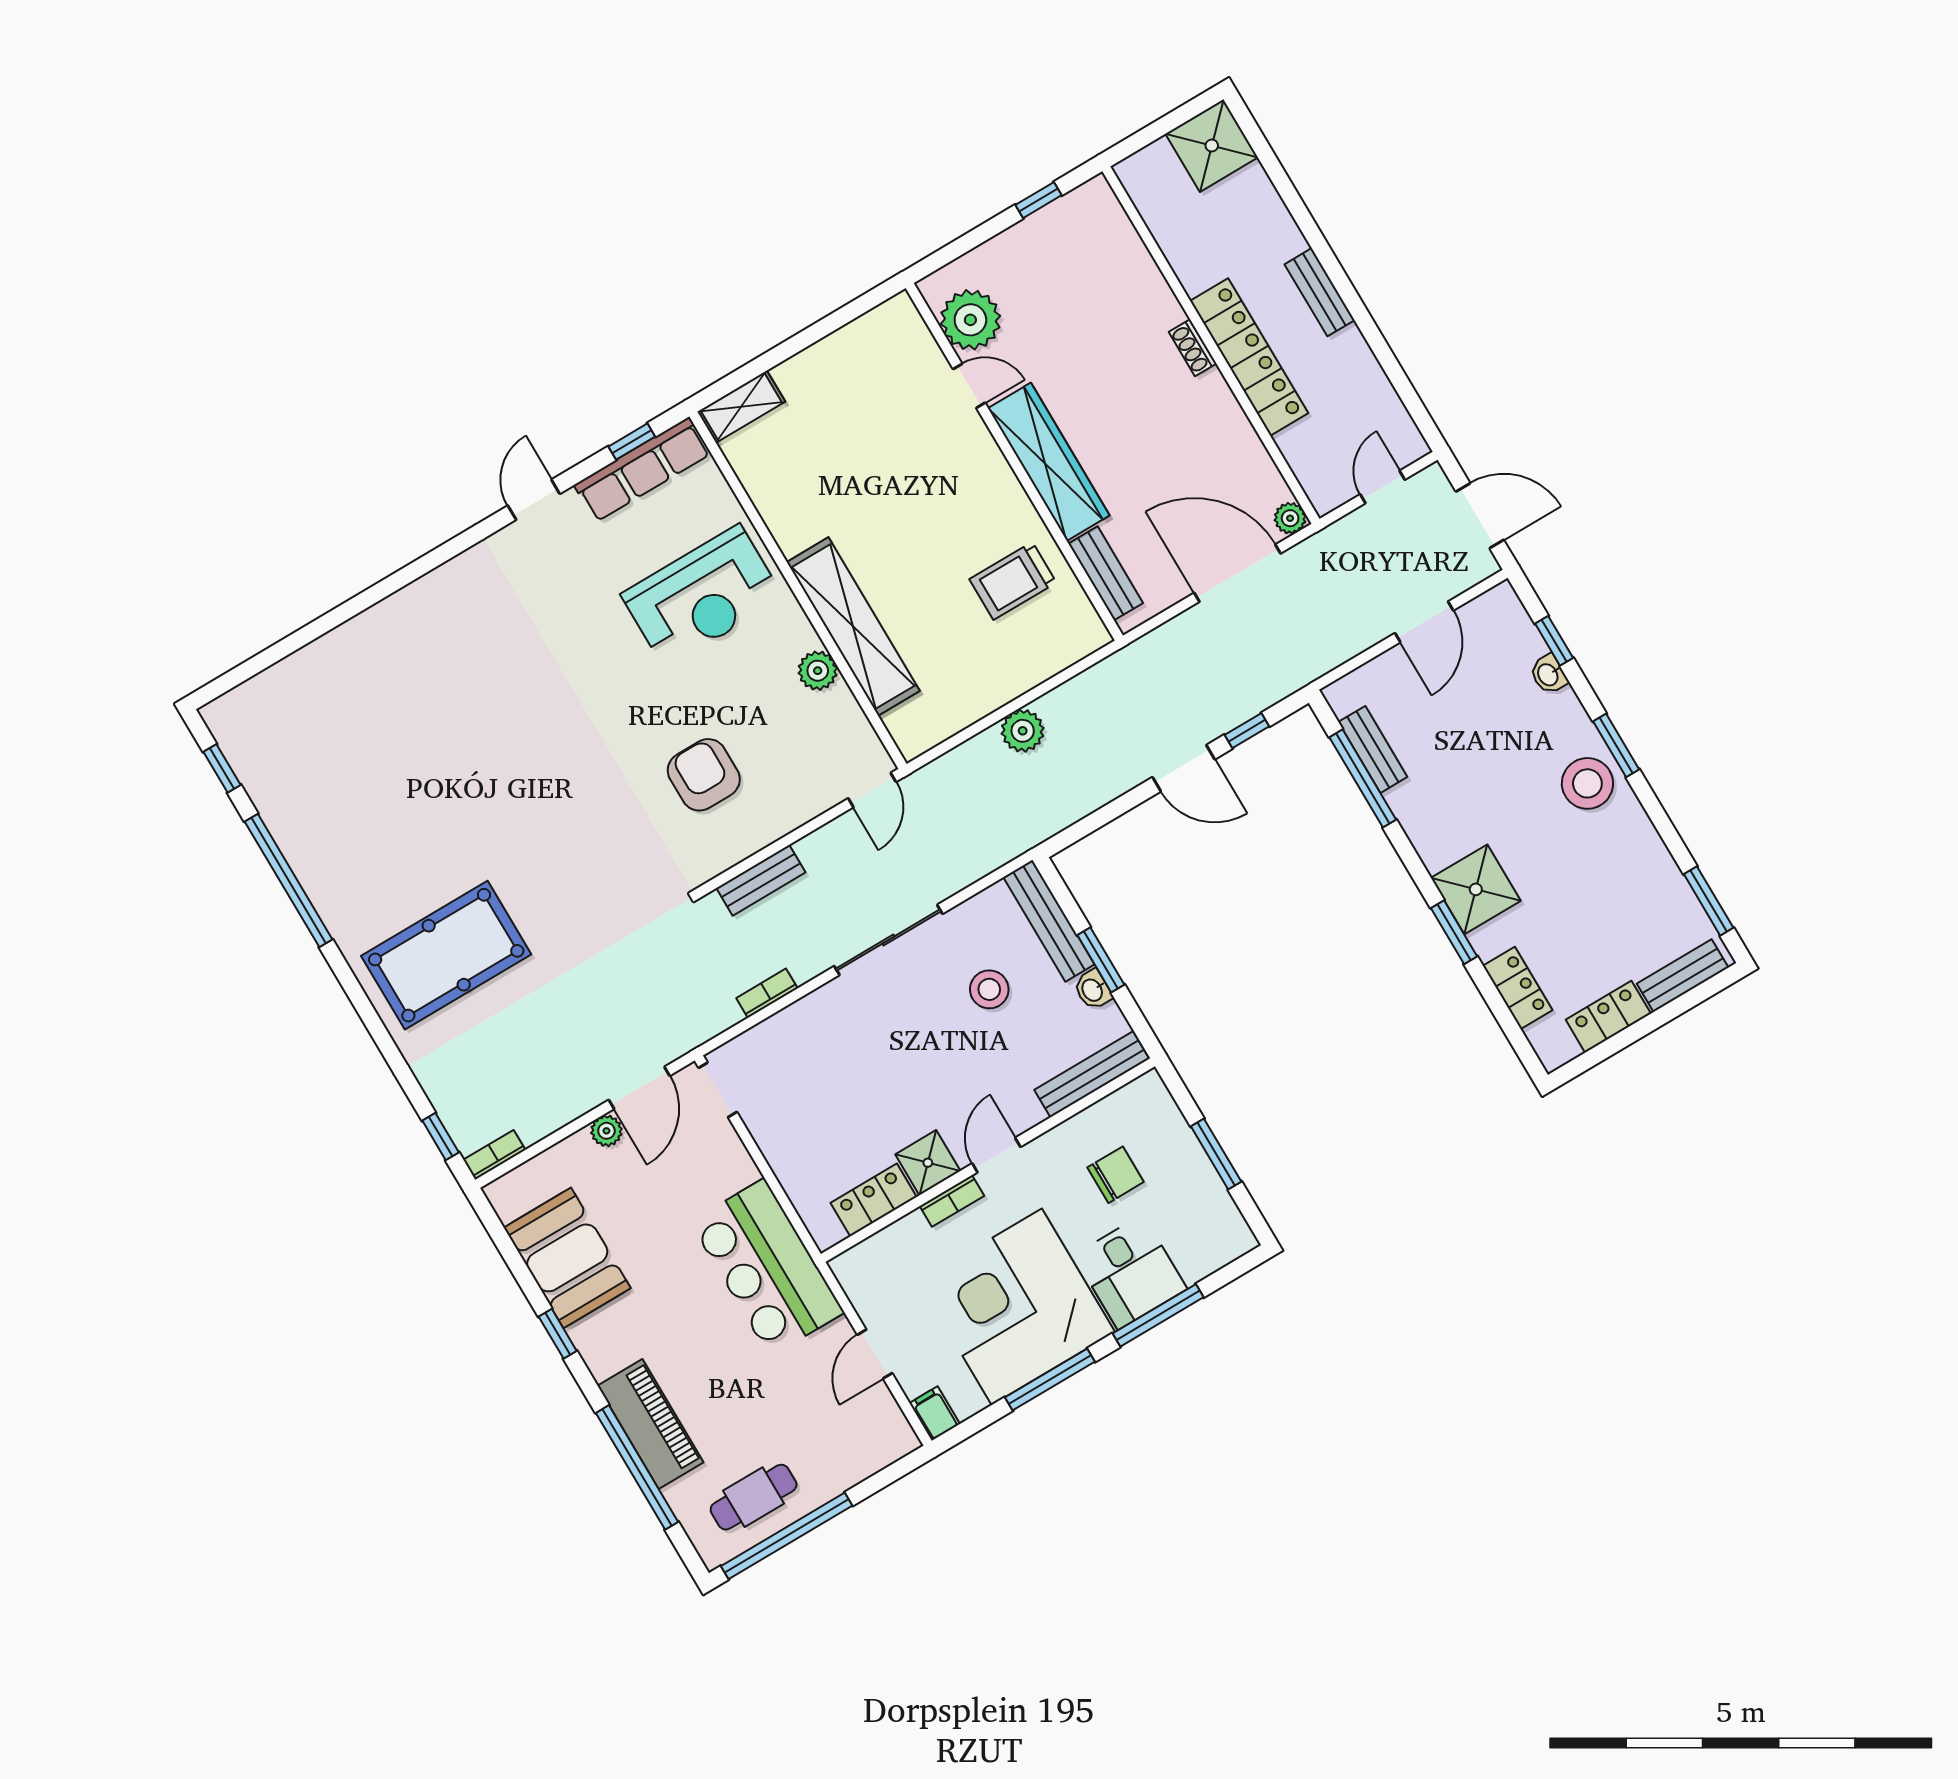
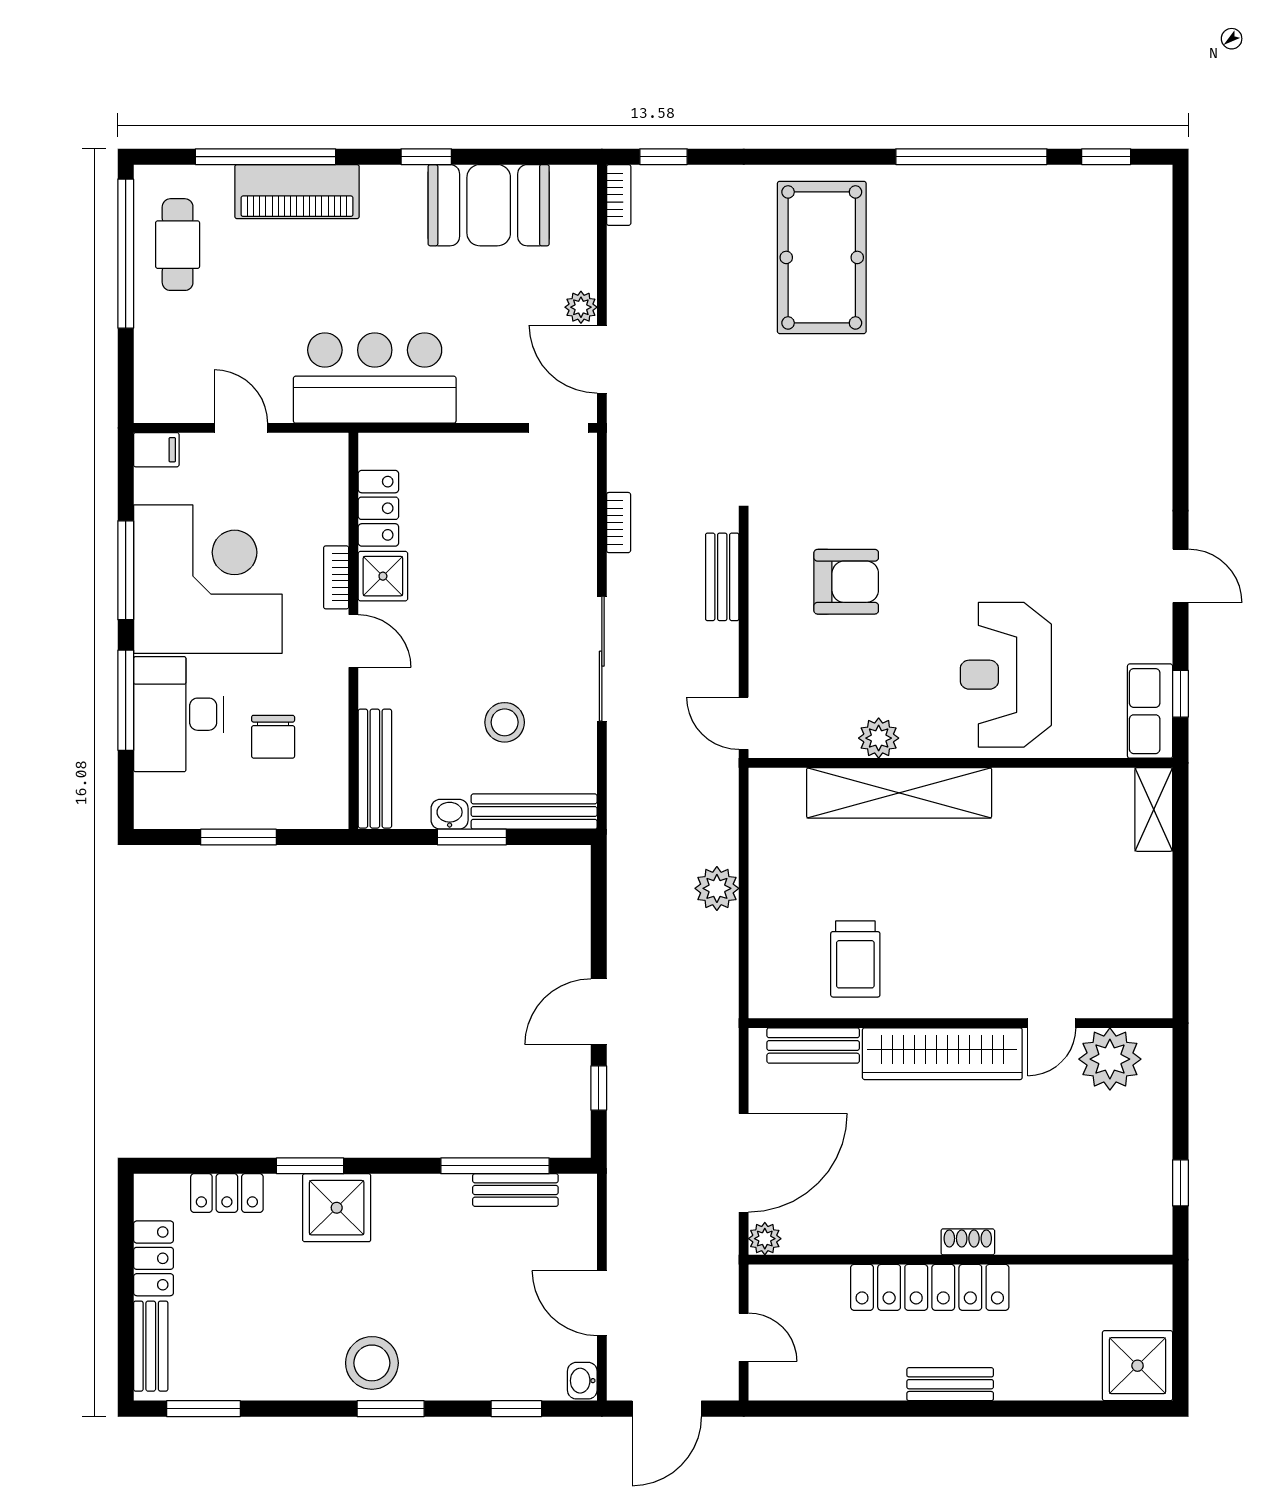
row of seats: (643, 469) -> (1150, 711), width x0.68
trolley: (1013, 581) -> (855, 959), turned 180
washbasin: (1549, 674) -> (582, 1381), moved, turned -90
desk: (1130, 1272) -> (179, 714), width x1.37

